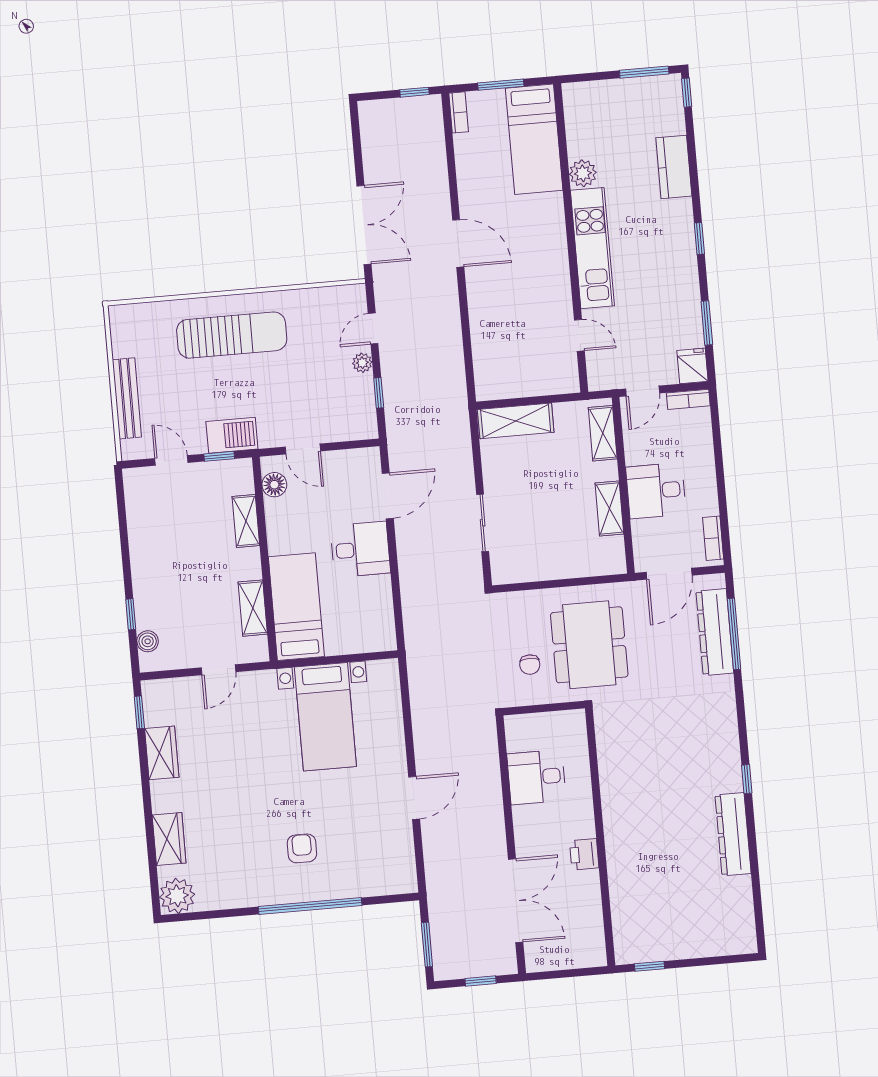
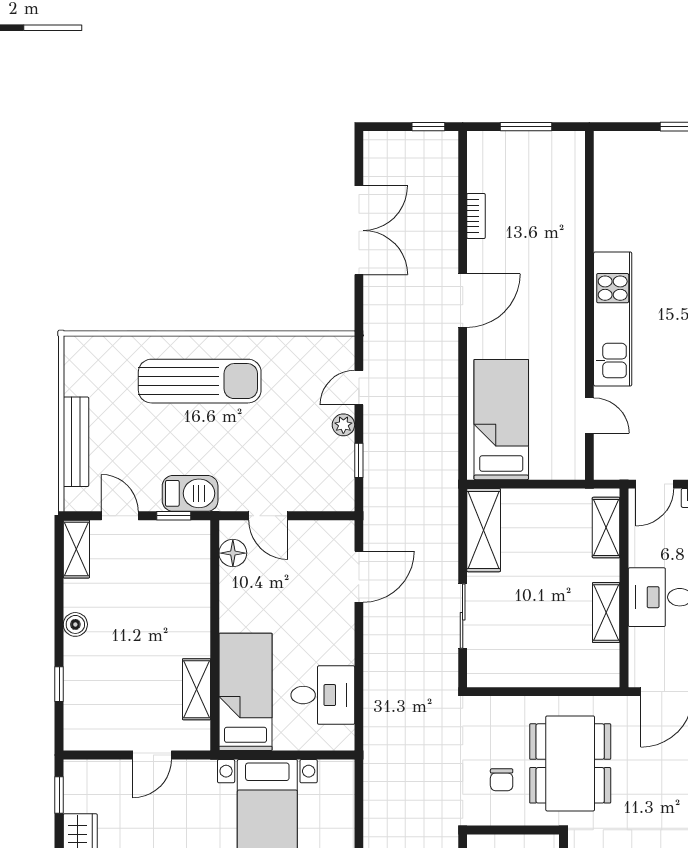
bookcase: (459, 112) -> (476, 216), moved
bed: (534, 139) -> (501, 420), moved, turned 180
plant: (583, 173) -> (609, 234), removed
double door: (364, 225) -> (359, 230), moved
door: (458, 243) -> (463, 301), hinge flipped
shelving: (516, 421) -> (484, 530), moved, turned 90
shelving: (246, 521) -> (76, 549), moved
desk: (360, 549) -> (323, 695), moved
boiler: (148, 641) -> (75, 624), moved

